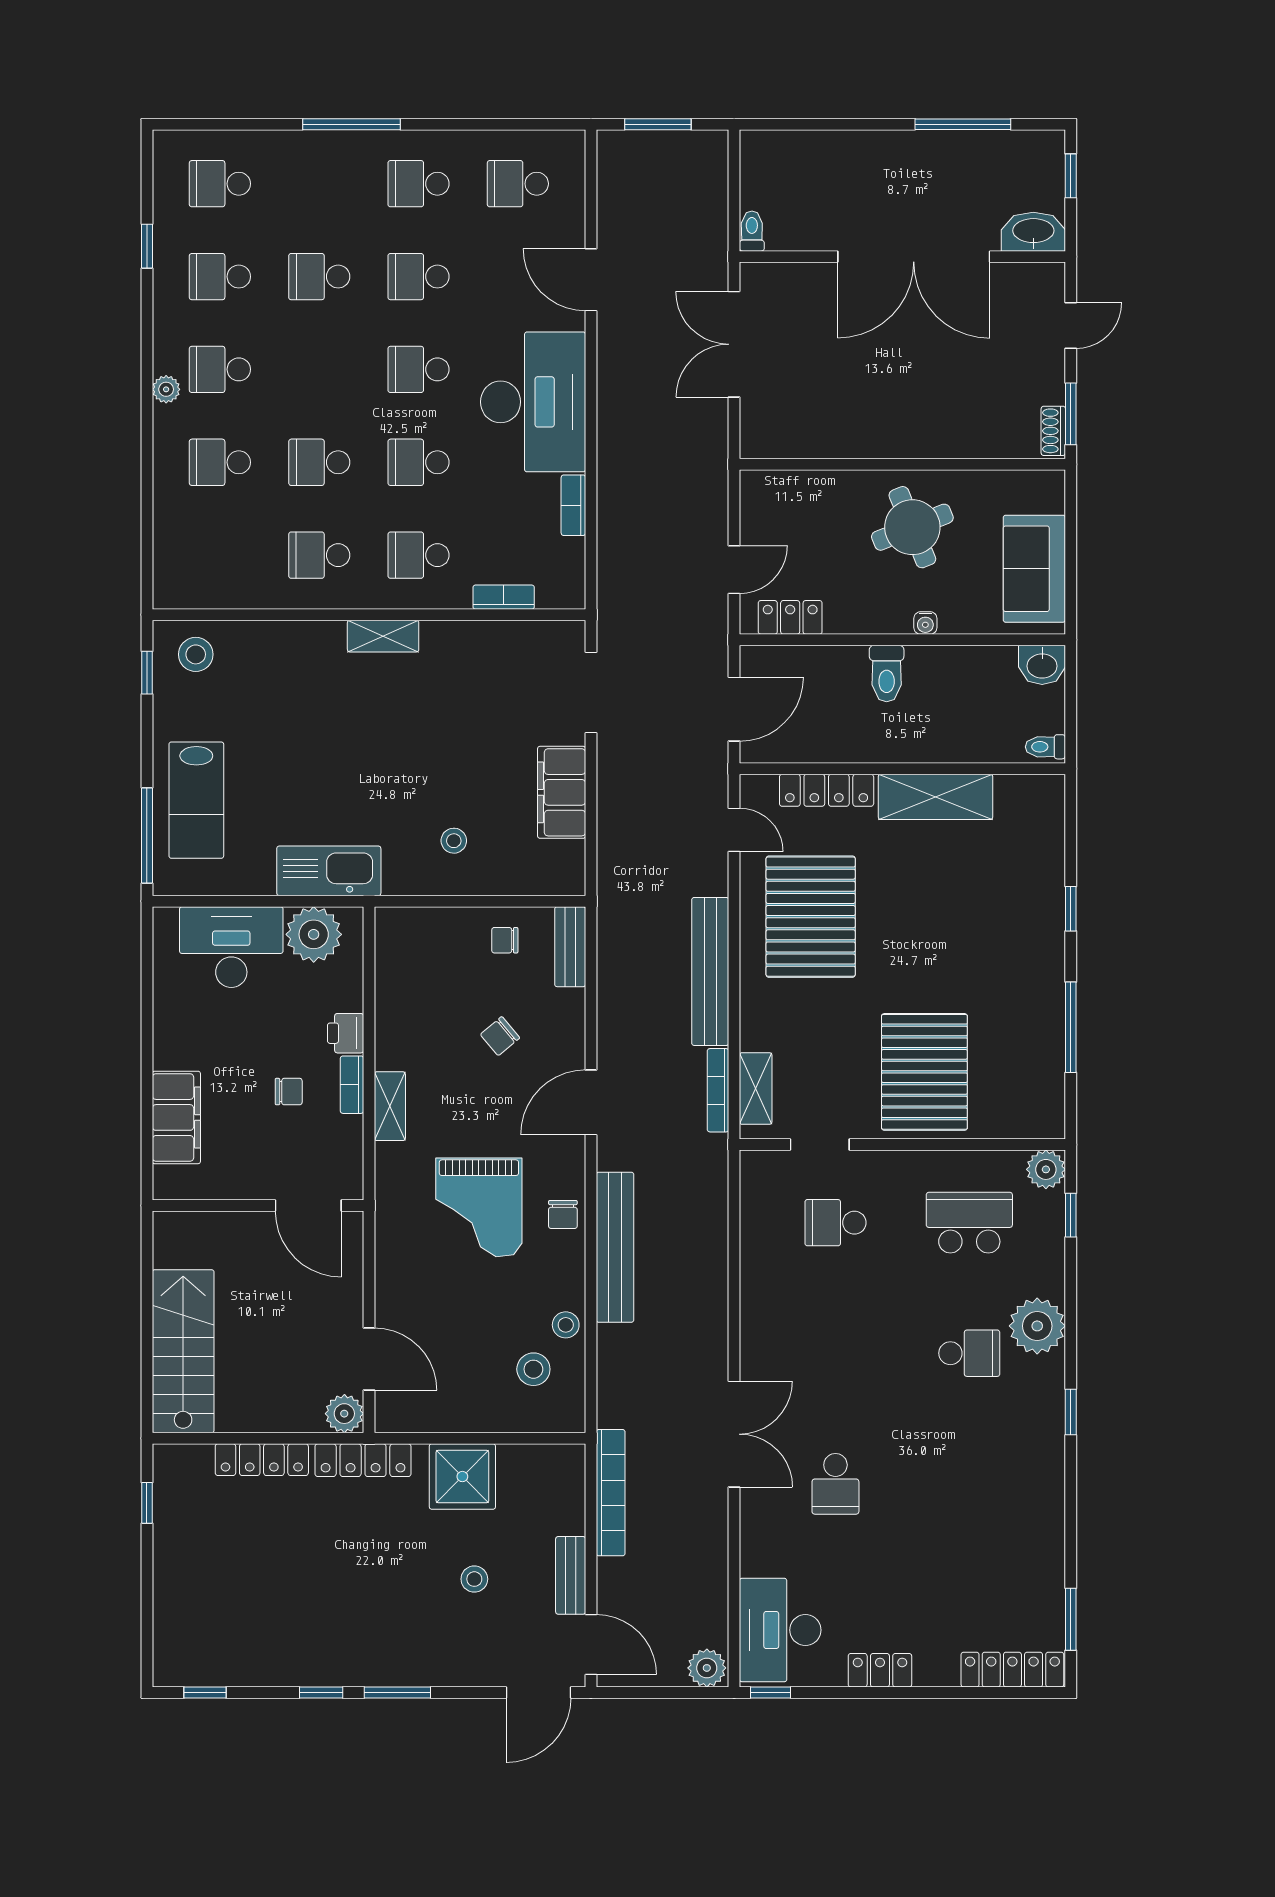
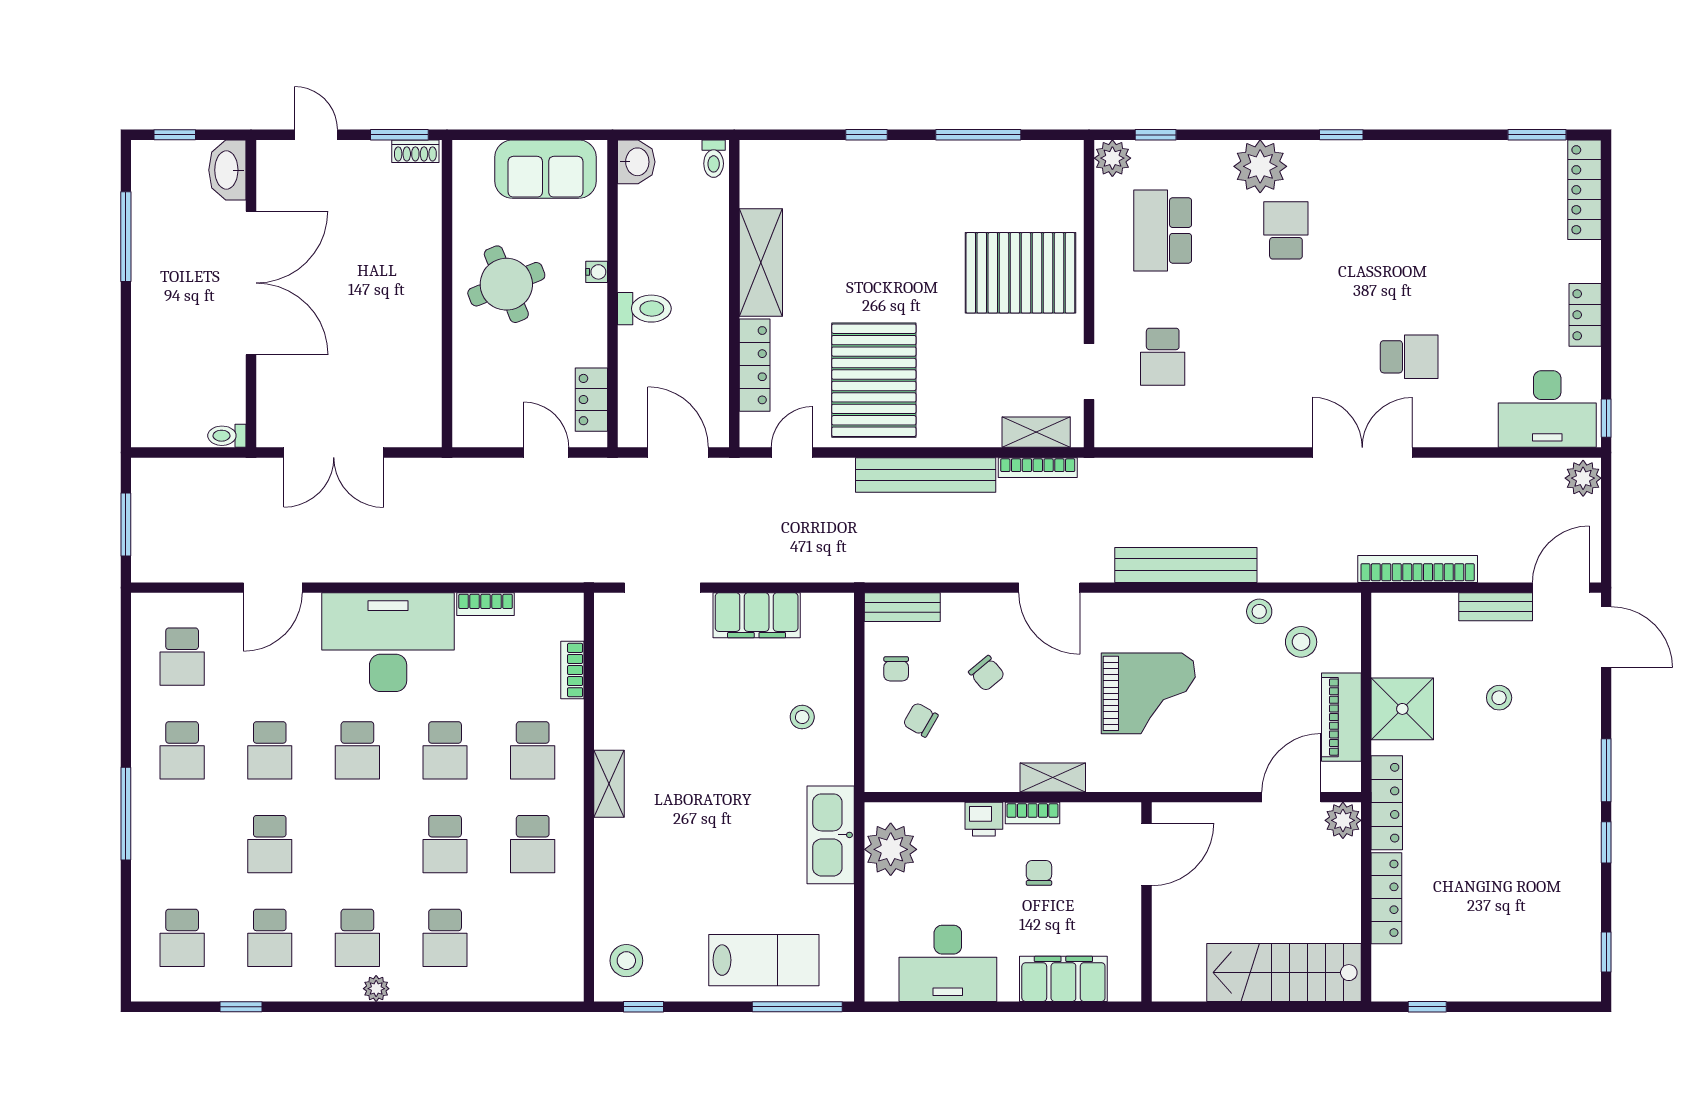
pallet: (811, 917) -> (874, 380), turned 90
desk: (231, 947) -> (948, 963), moved, turned -90
chair: (563, 1214) -> (921, 720), moved, turned -150
piano: (454, 1412) -> (1341, 717), added

